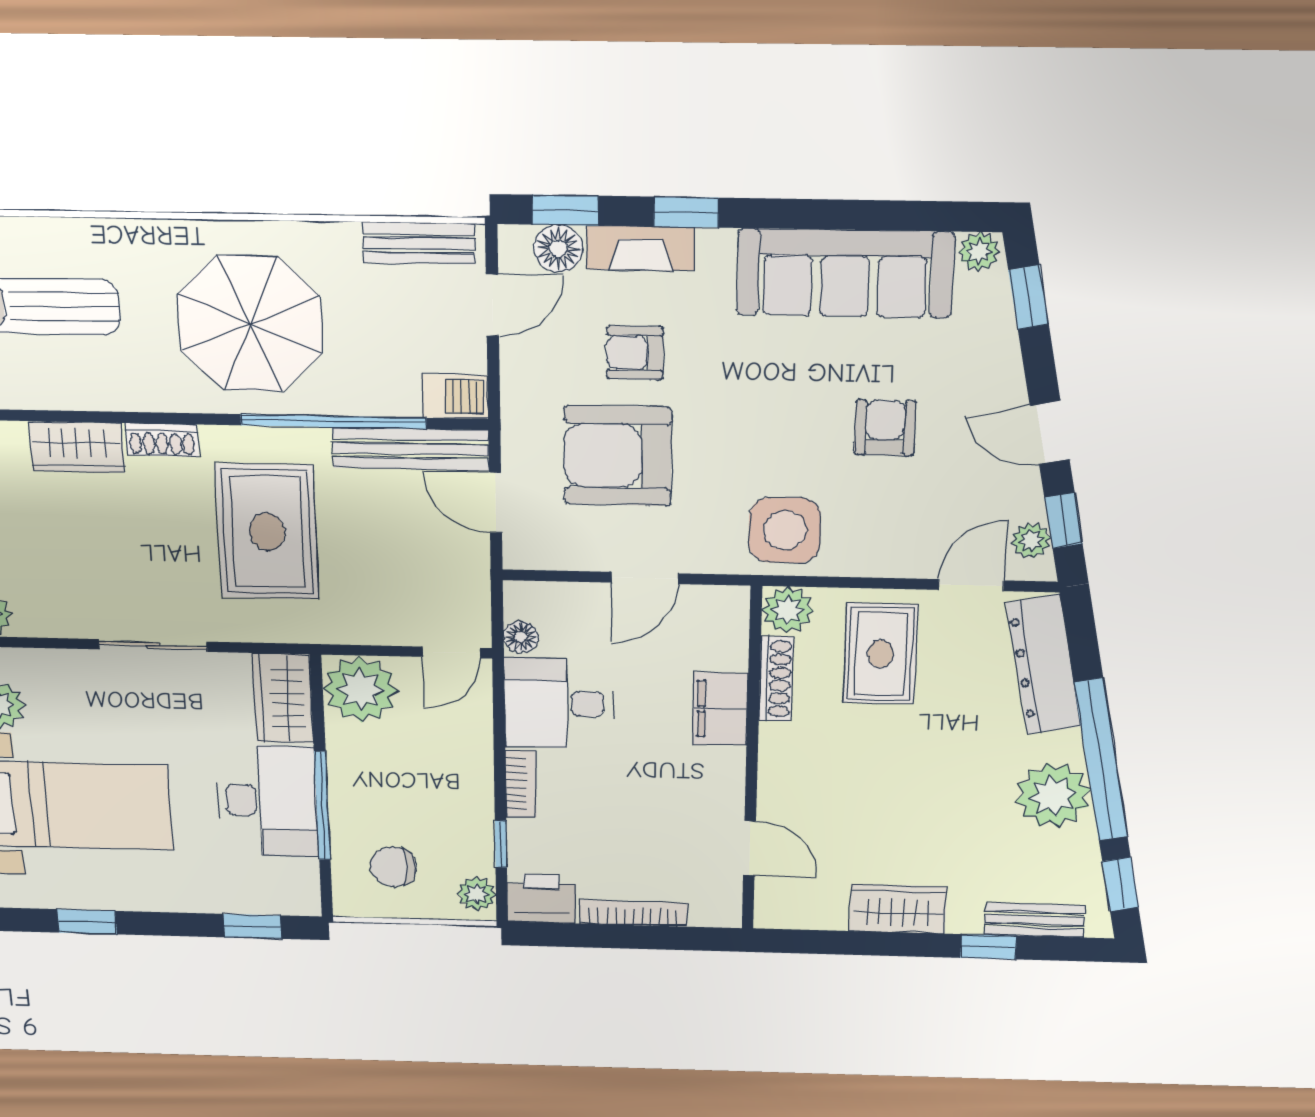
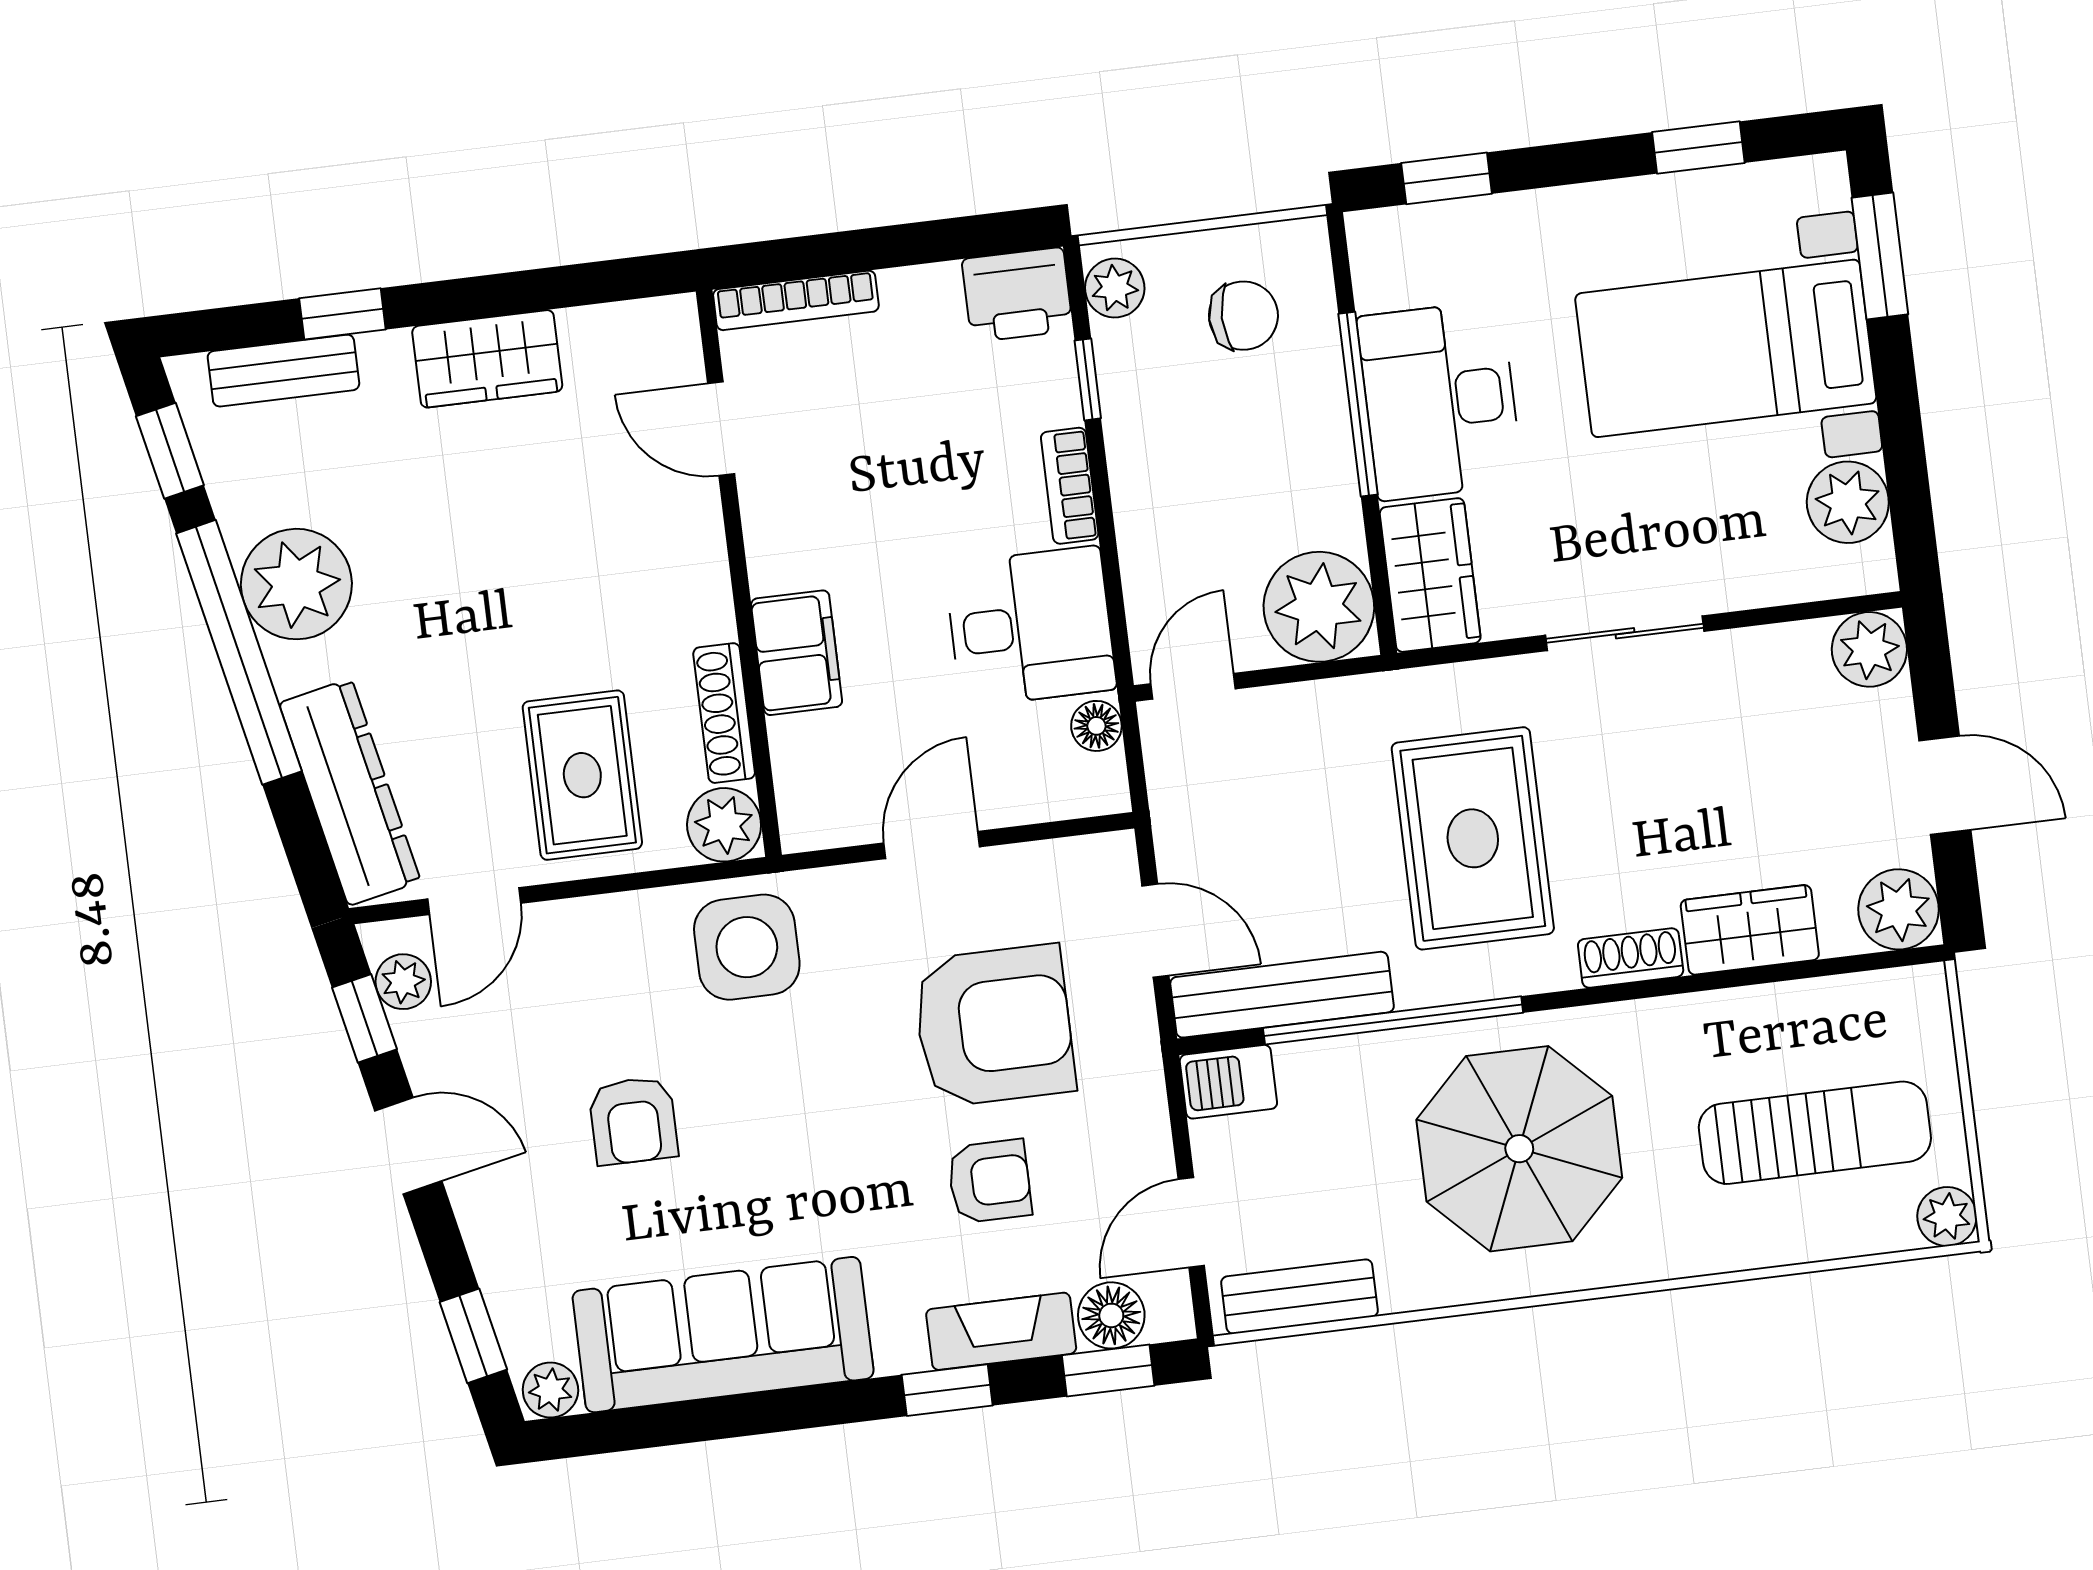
bookcase: (633, 913) -> (796, 300), moved

